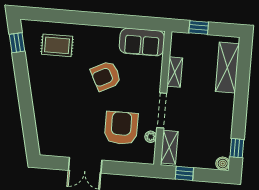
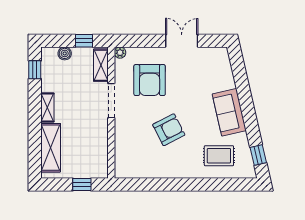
sofa: (142, 42) -> (229, 112), moved, turned -103
shelving: (175, 72) -> (47, 107), moved
plant: (151, 137) -> (120, 53), moved
boiler: (223, 164) -> (65, 53), moved

